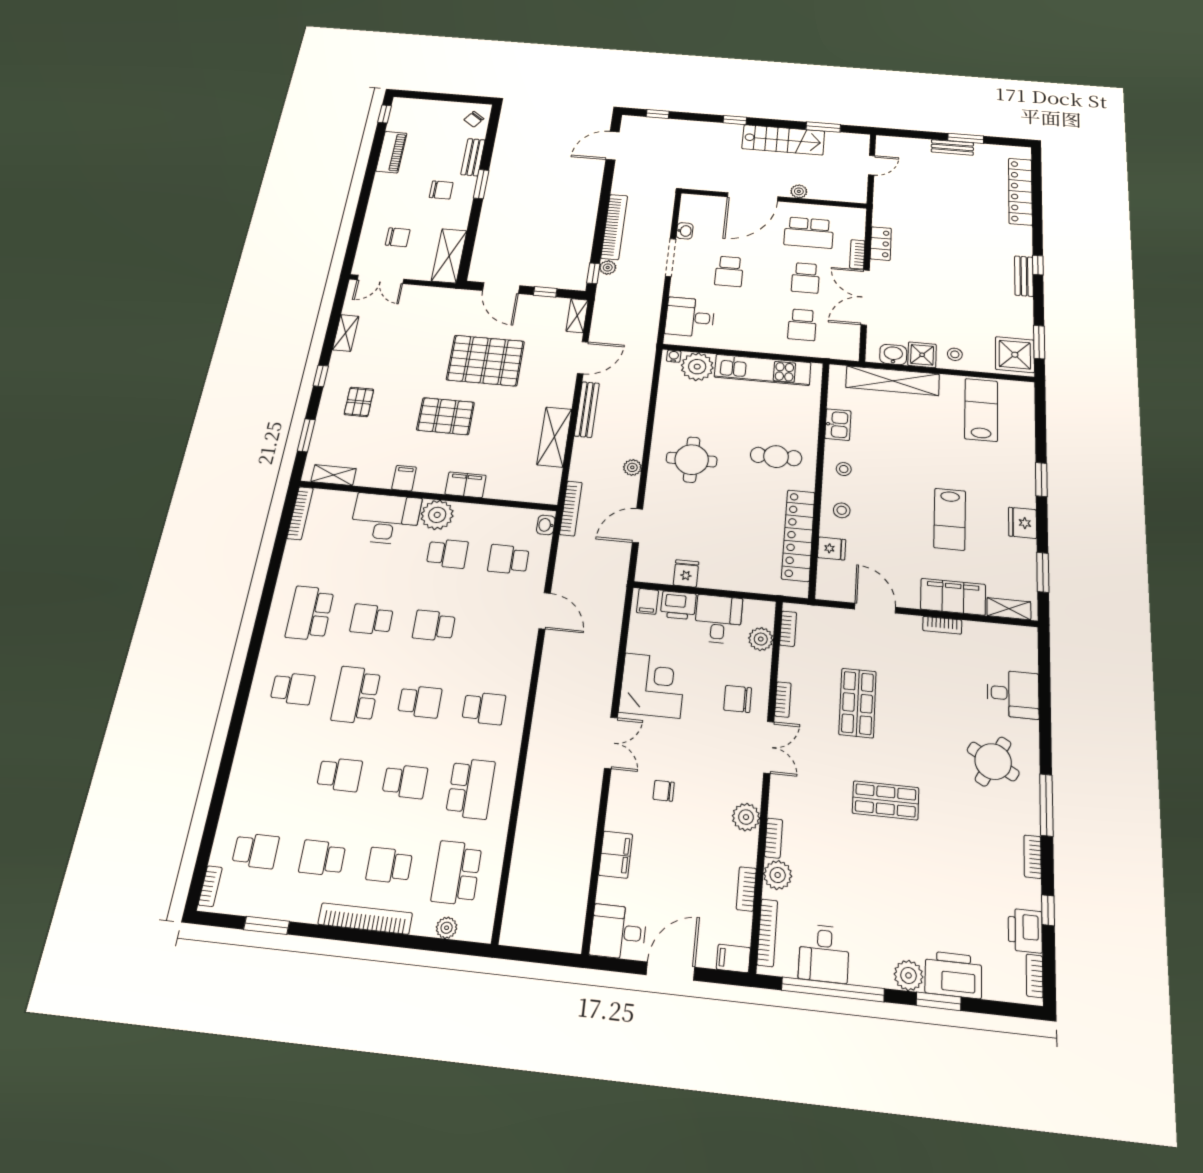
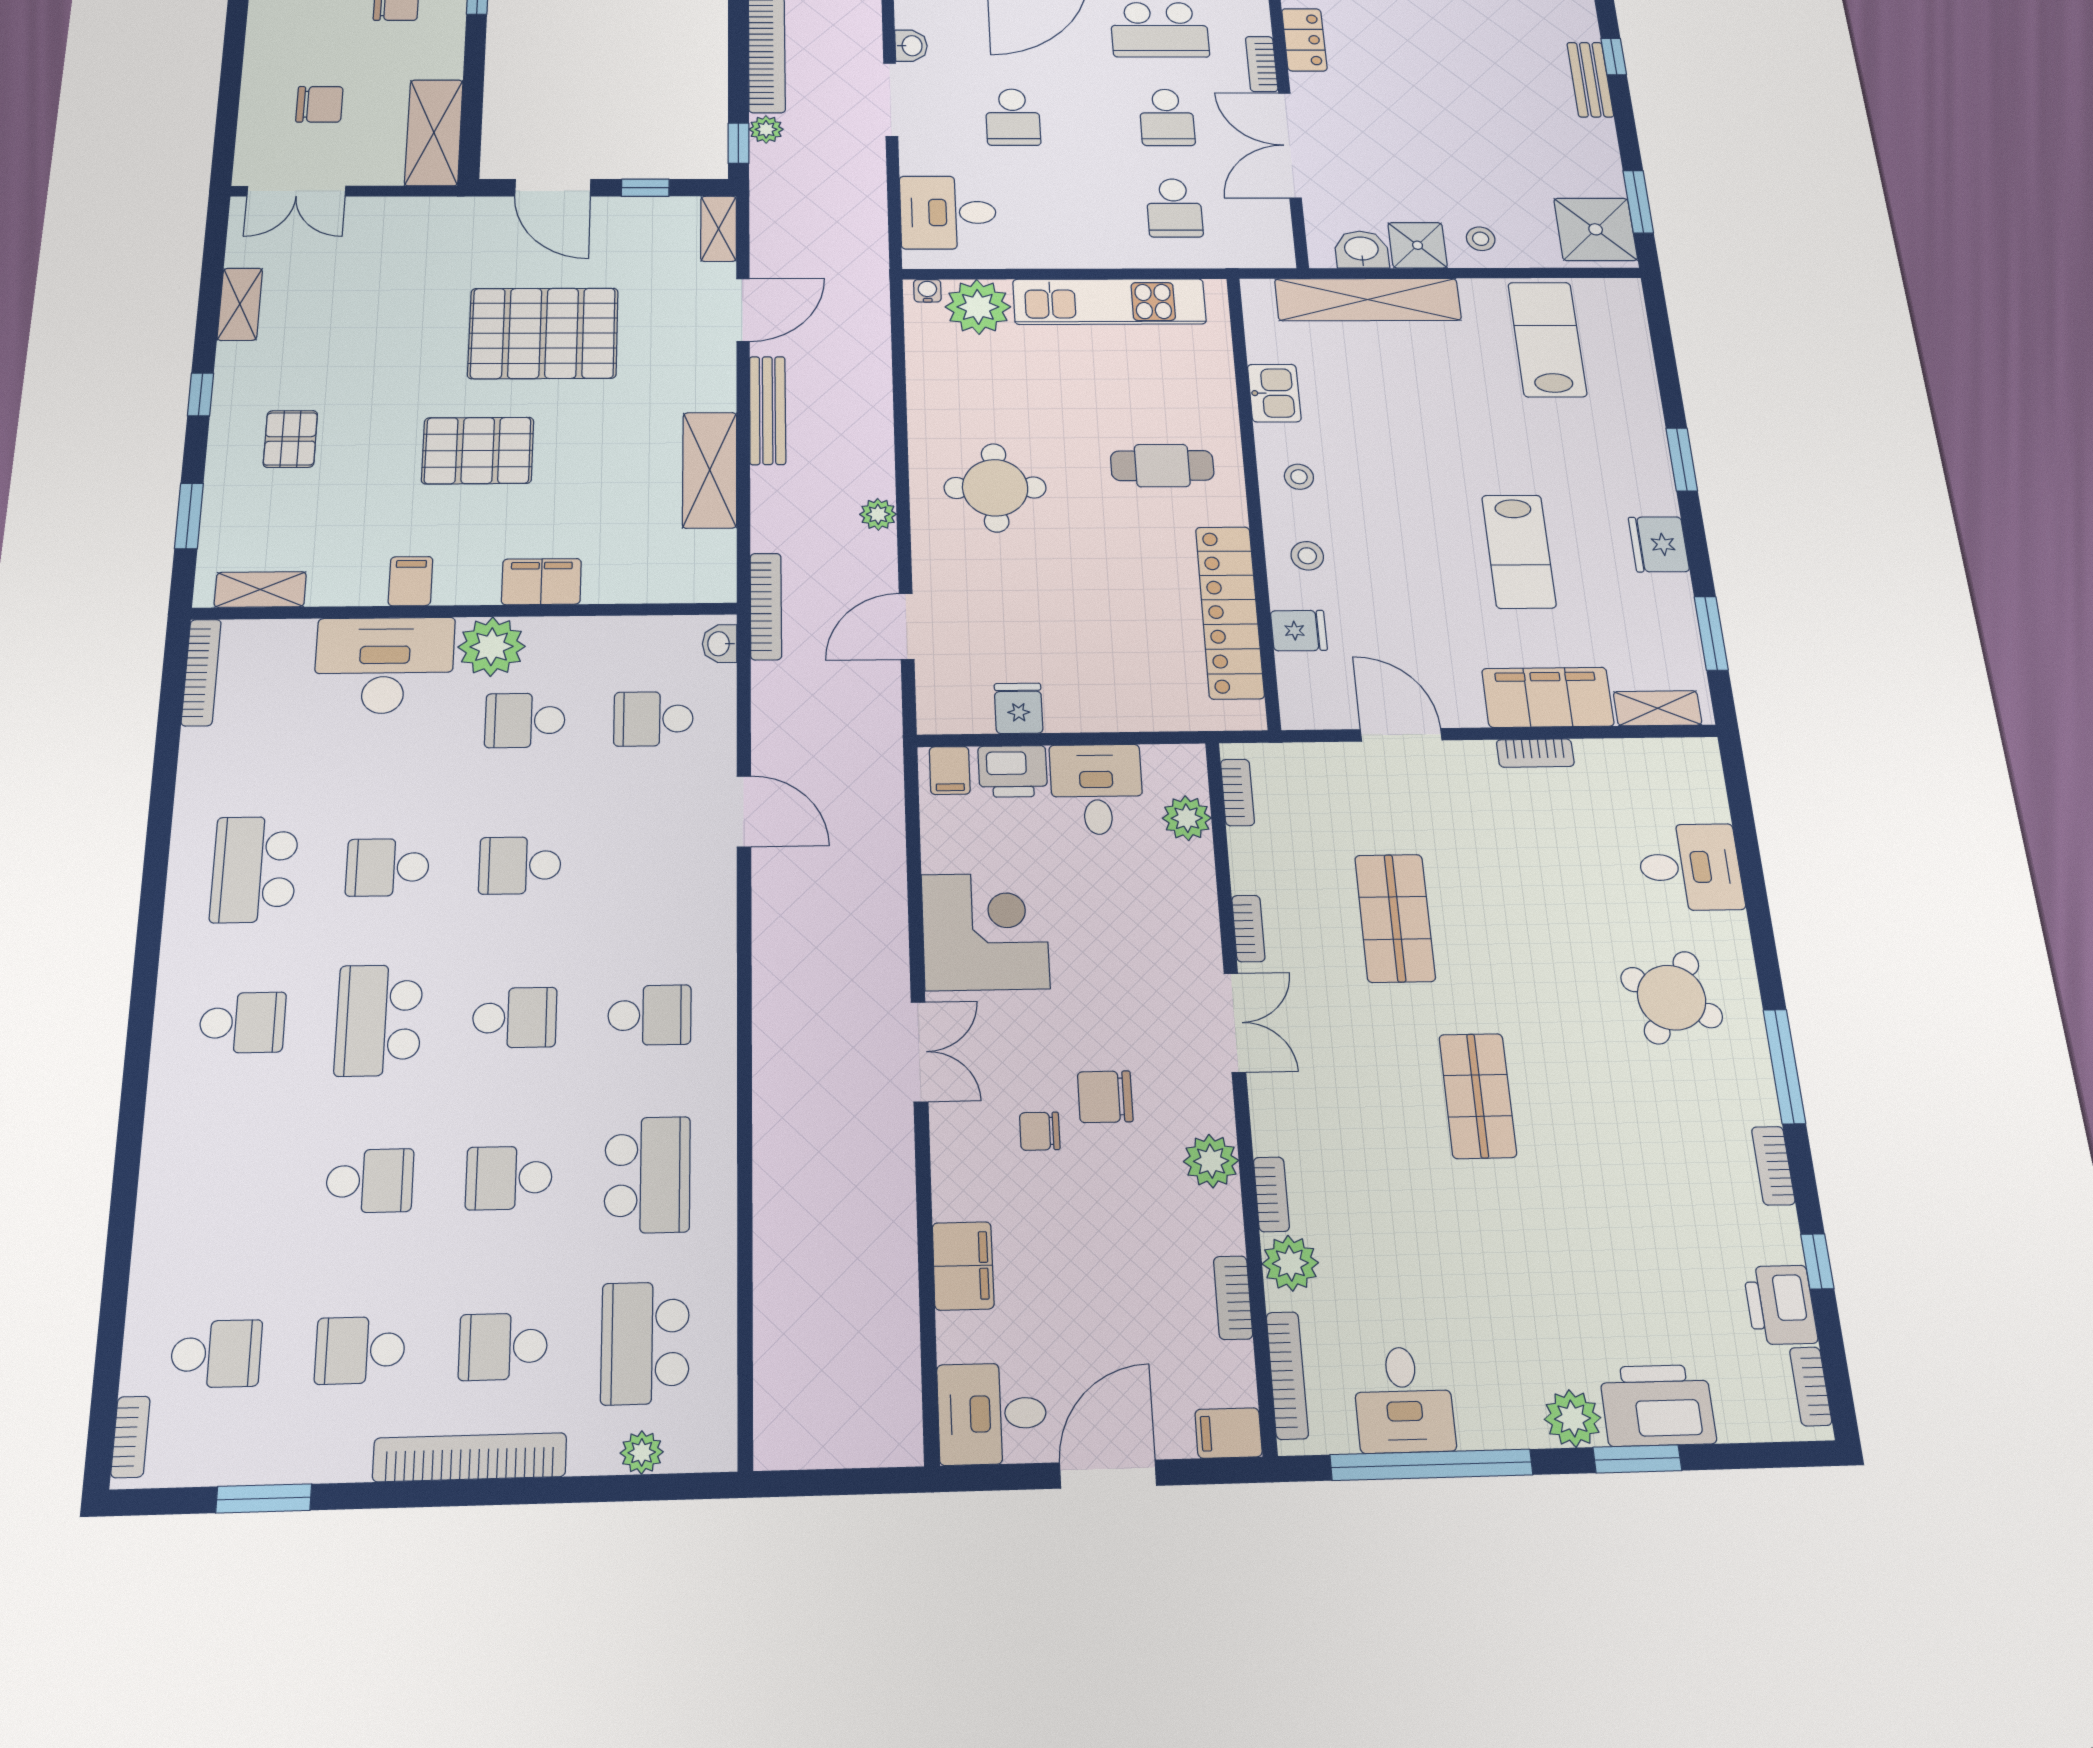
school desk: (447, 553) -> (525, 720), turned 180
chair: (738, 699) -> (1105, 1097), moved
school desk: (405, 781) -> (509, 1178), turned 180
shop shelf: (886, 800) -> (1478, 1096), turned 90

